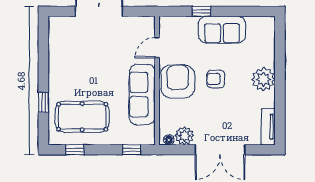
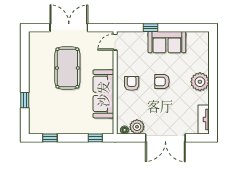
door: (157, 48) -> (115, 42), moved
armchair: (178, 81) -> (132, 83), width x0.53, depth x0.53
pool table: (82, 117) -> (67, 68), moved, turned 90

